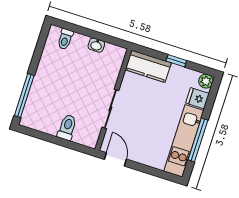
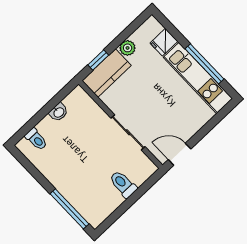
window: (176, 61) -> (98, 60), moved
plant: (206, 81) -> (128, 48), moved

